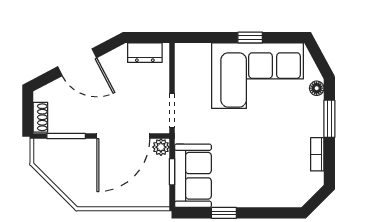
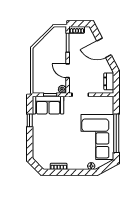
window: (250, 38) -> (116, 133), width x3.17
door: (77, 62) -> (104, 48), hinge flipped
window: (329, 119) -> (76, 172), removed
door: (123, 136) -> (68, 71), width x0.53

